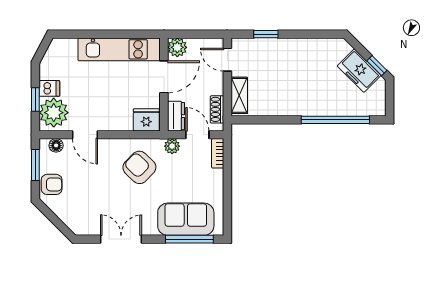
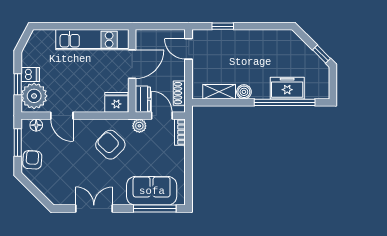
plant: (177, 47) -> (144, 38), removed
freezer: (359, 71) -> (287, 88), moved, turned 135
shelving: (239, 95) -> (219, 92), moved, turned 90
boiler: (290, 108) -> (244, 92), added
armchair: (52, 184) -> (32, 160), turned -86

